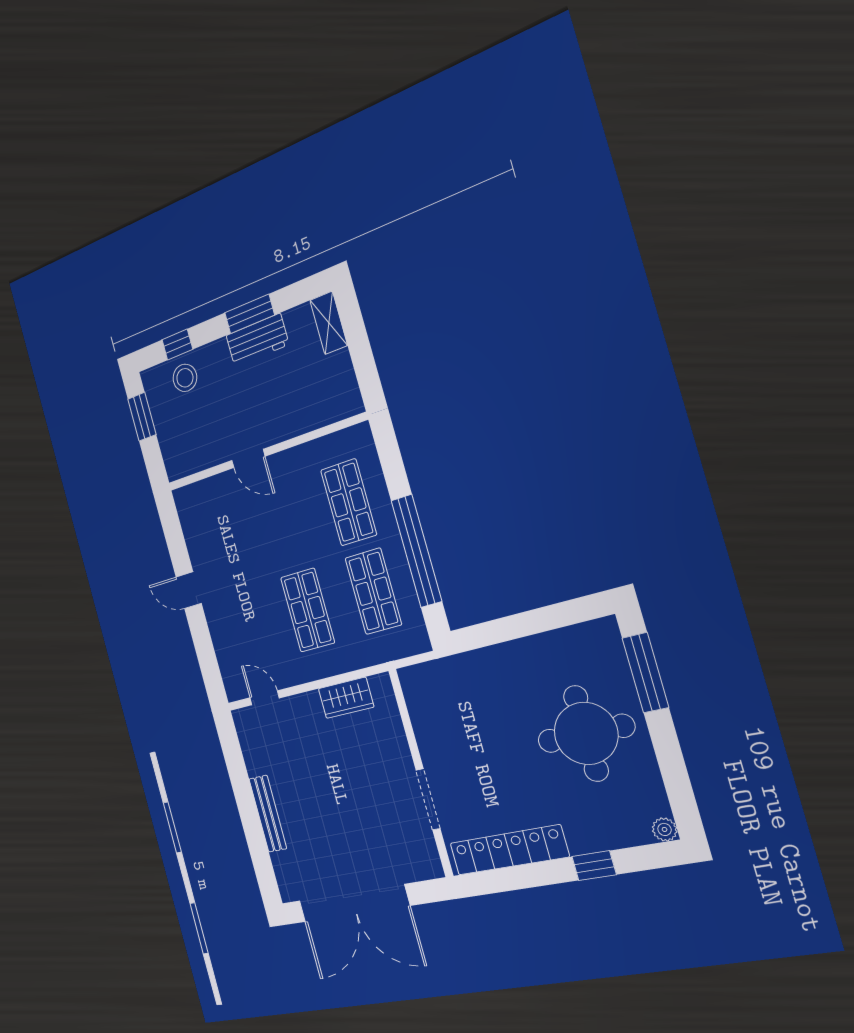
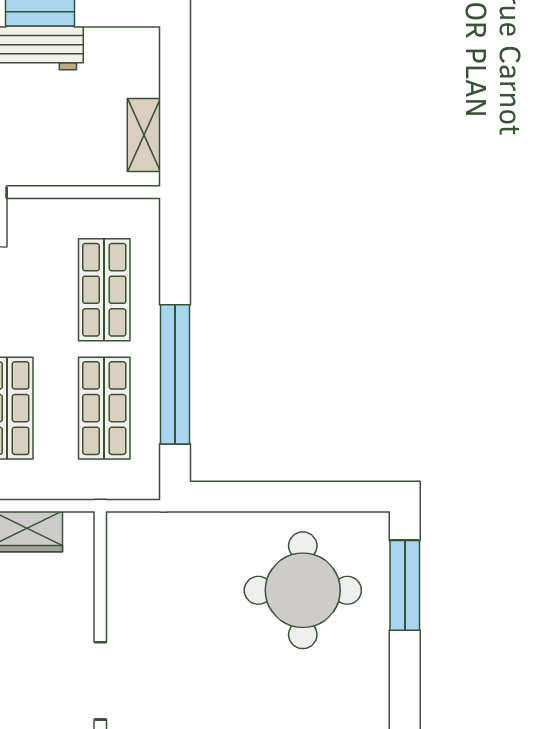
shelving: (329, 323) -> (144, 135), moved
round table: (586, 733) -> (303, 590), moved

